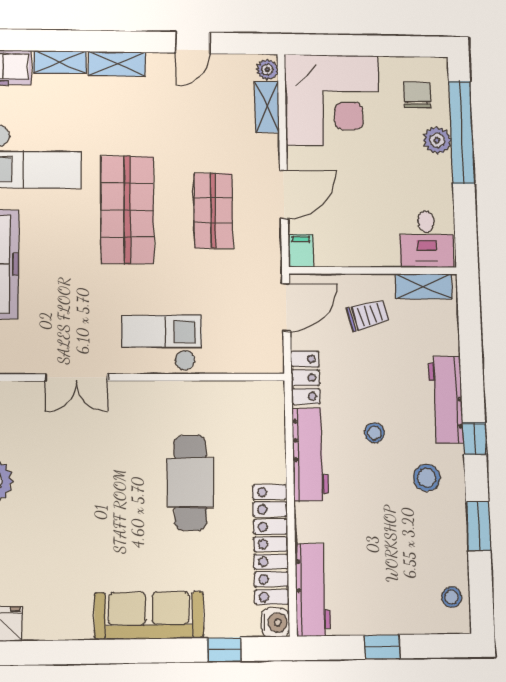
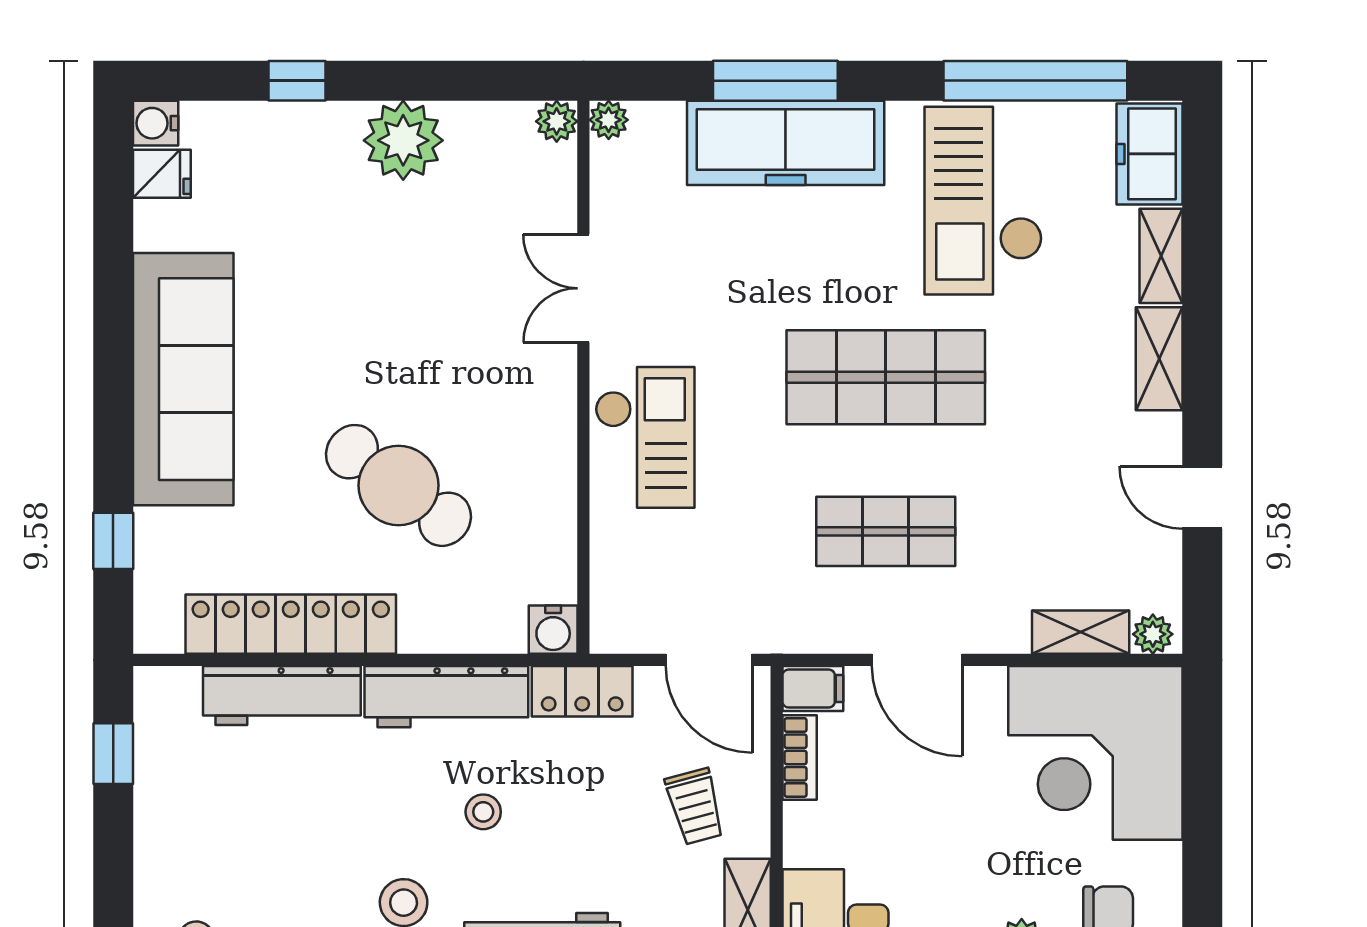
bookcase: (339, 258) -> (800, 757), added
cafe table: (190, 482) -> (398, 485), turned 36
workbench: (313, 590) -> (282, 695), moved
sofa: (149, 615) -> (183, 379), width x1.36, depth x1.27
water cooler: (275, 622) -> (553, 630), moved
window: (382, 647) -> (113, 754), moved

